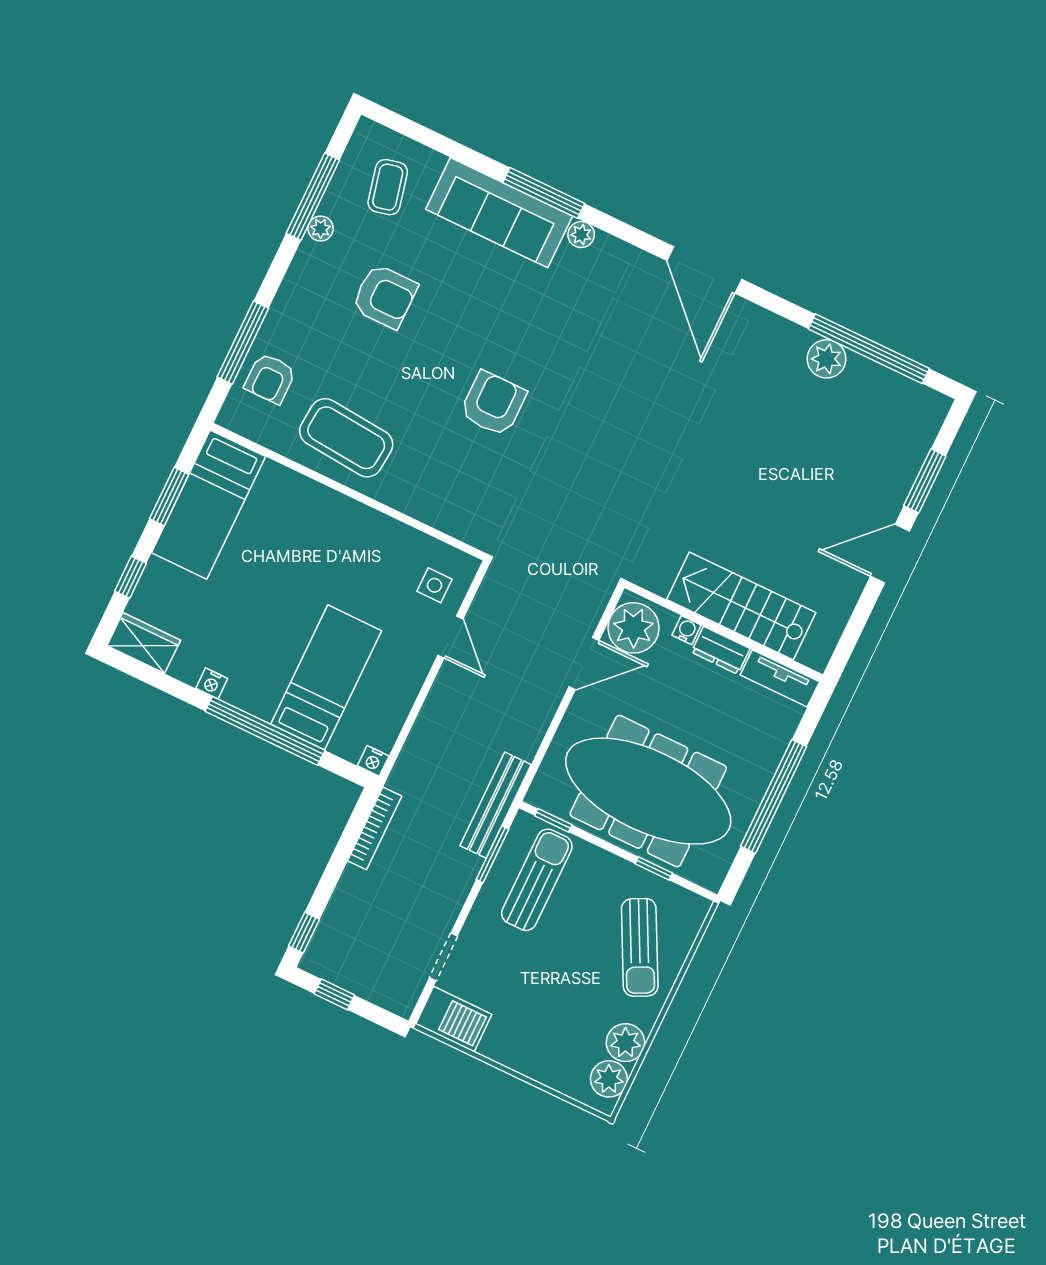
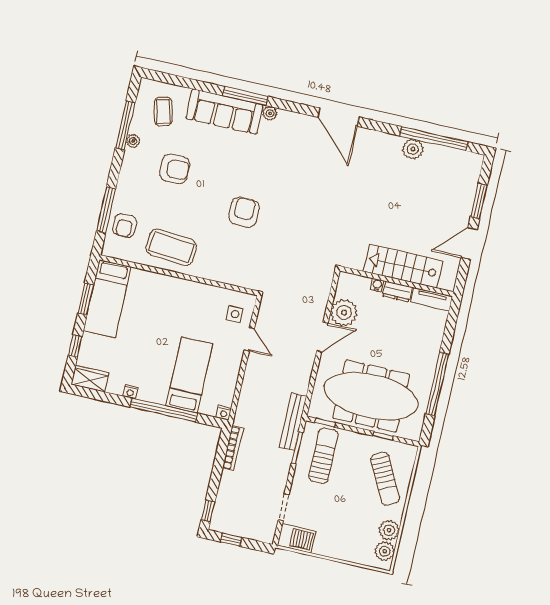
stairs: (741, 606) -> (403, 266), moved
water cooler: (687, 630) -> (377, 285), moved
wall: (724, 631) -> (397, 281), moved
dresser: (721, 650) -> (397, 292), moved
tv unit: (780, 678) -> (432, 299), moved

